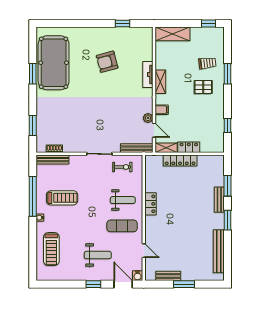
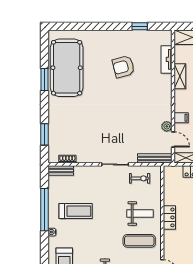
tv unit: (148, 75) -> (167, 59), moved
shelving: (160, 82) -> (180, 76), moved
bench: (52, 160) -> (61, 170), width x0.73

